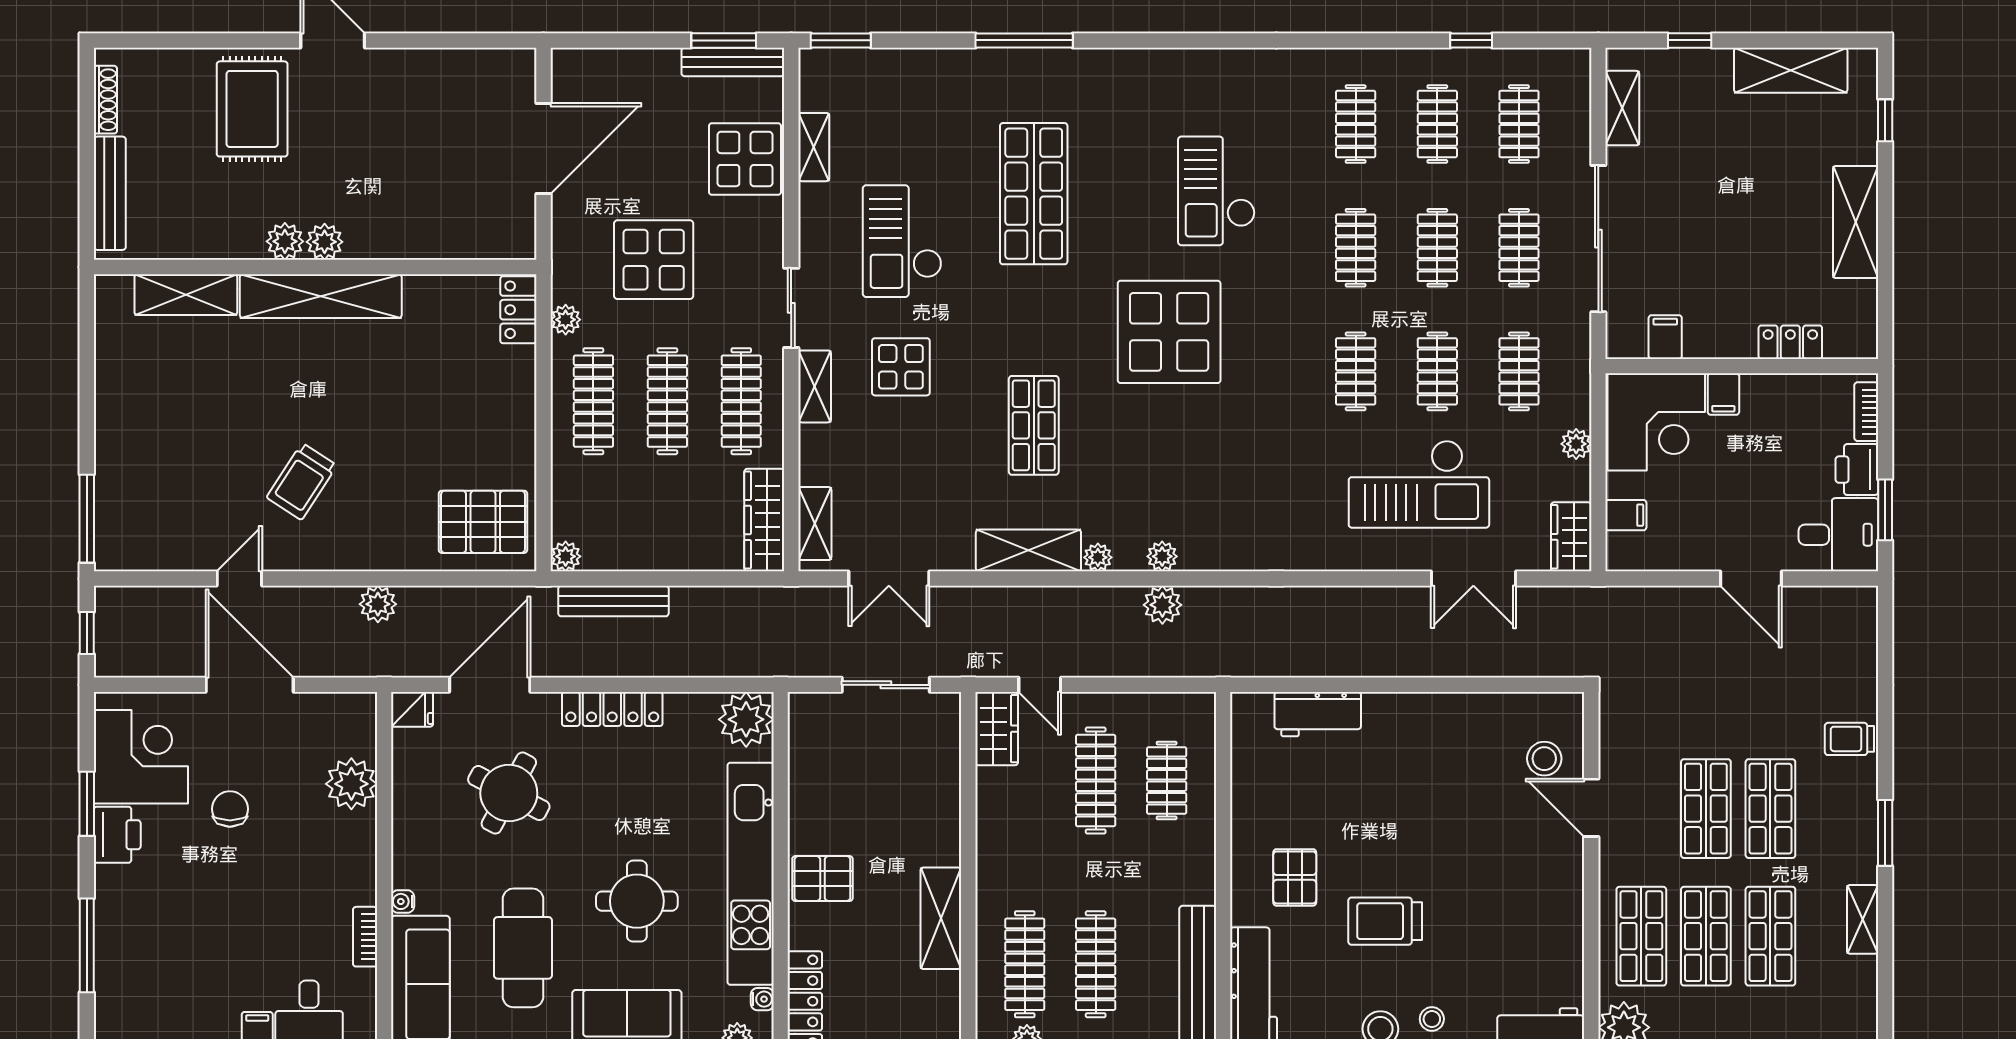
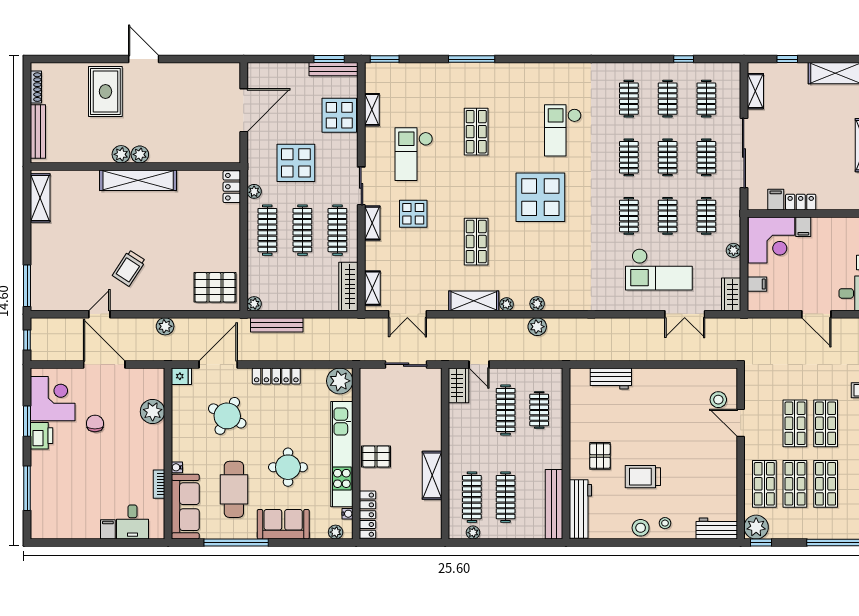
shop shelf: (1034, 194) -> (476, 132), width x0.70, depth x0.74
shelving: (186, 295) -> (40, 198), moved, turned 90
locker: (1790, 342) -> (801, 202), moved

